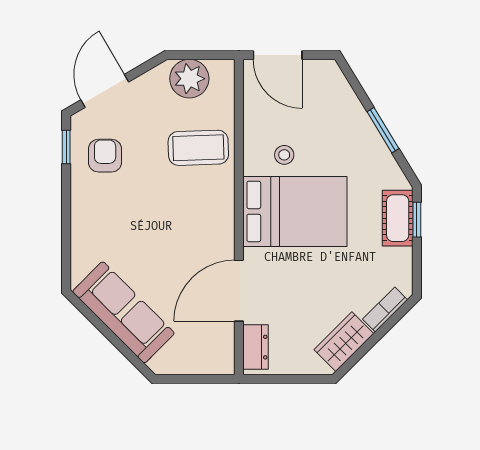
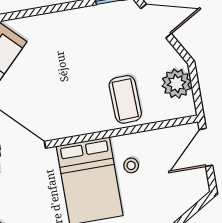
armchair: (105, 156) -> (107, 30), removed

